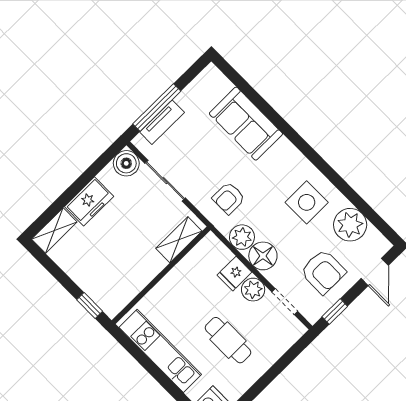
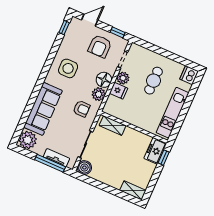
sofa: (246, 124) -> (43, 109), width x1.36
freezer: (89, 201) -> (155, 151), moved, turned -90
window: (379, 223) -> (64, 28), added
plant: (350, 225) -> (28, 140), moved
armchair: (323, 272) -> (100, 46), turned 180

